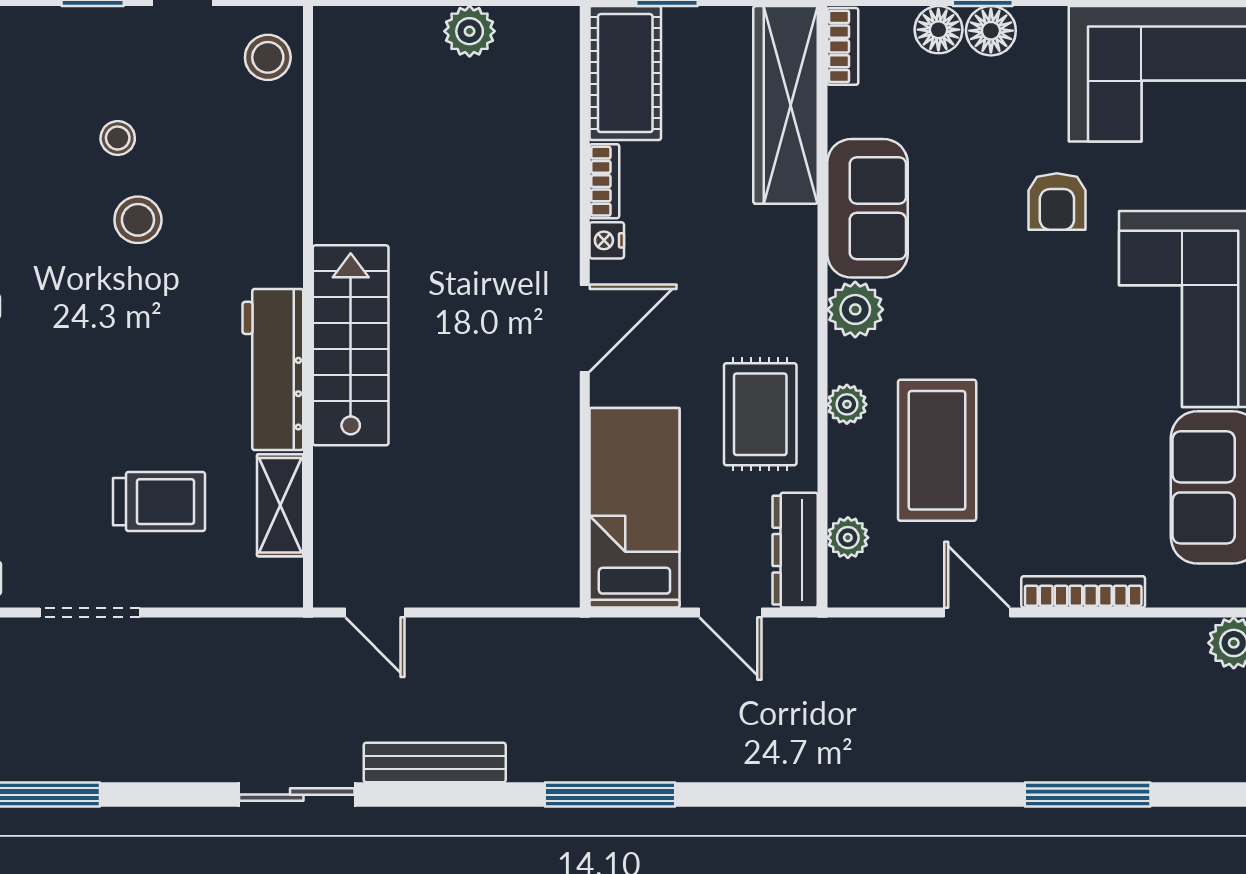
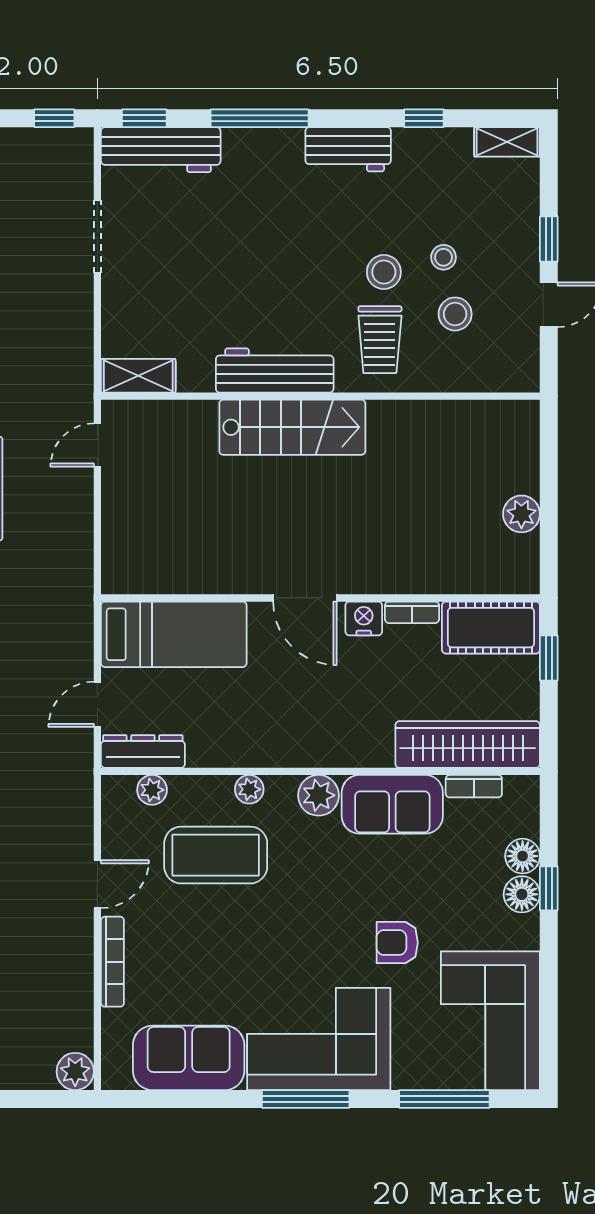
bookcase: (843, 46) -> (474, 786), moved
stool: (268, 57) -> (455, 314), moved
nightstand: (607, 240) -> (364, 618), width x1.39, depth x1.35
rug: (760, 414) -> (242, 726), removed
trolley: (159, 502) -> (380, 340), moved
shelving: (280, 505) -> (138, 376), moved

